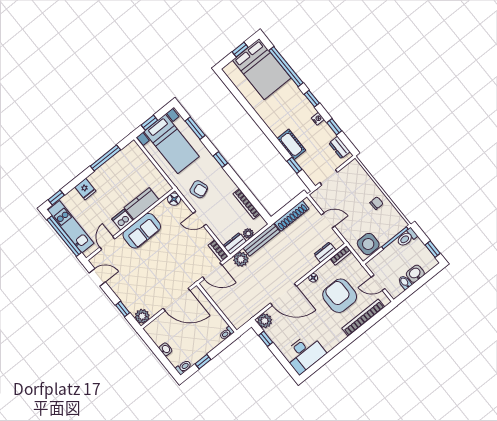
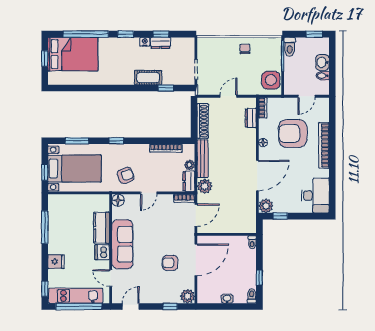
dresser: (339, 147) -> (161, 43), moved
sofa: (142, 231) -> (122, 244), width x1.36
armchair: (157, 281) -> (170, 263), added
bookcase: (363, 318) -> (324, 145), moved

